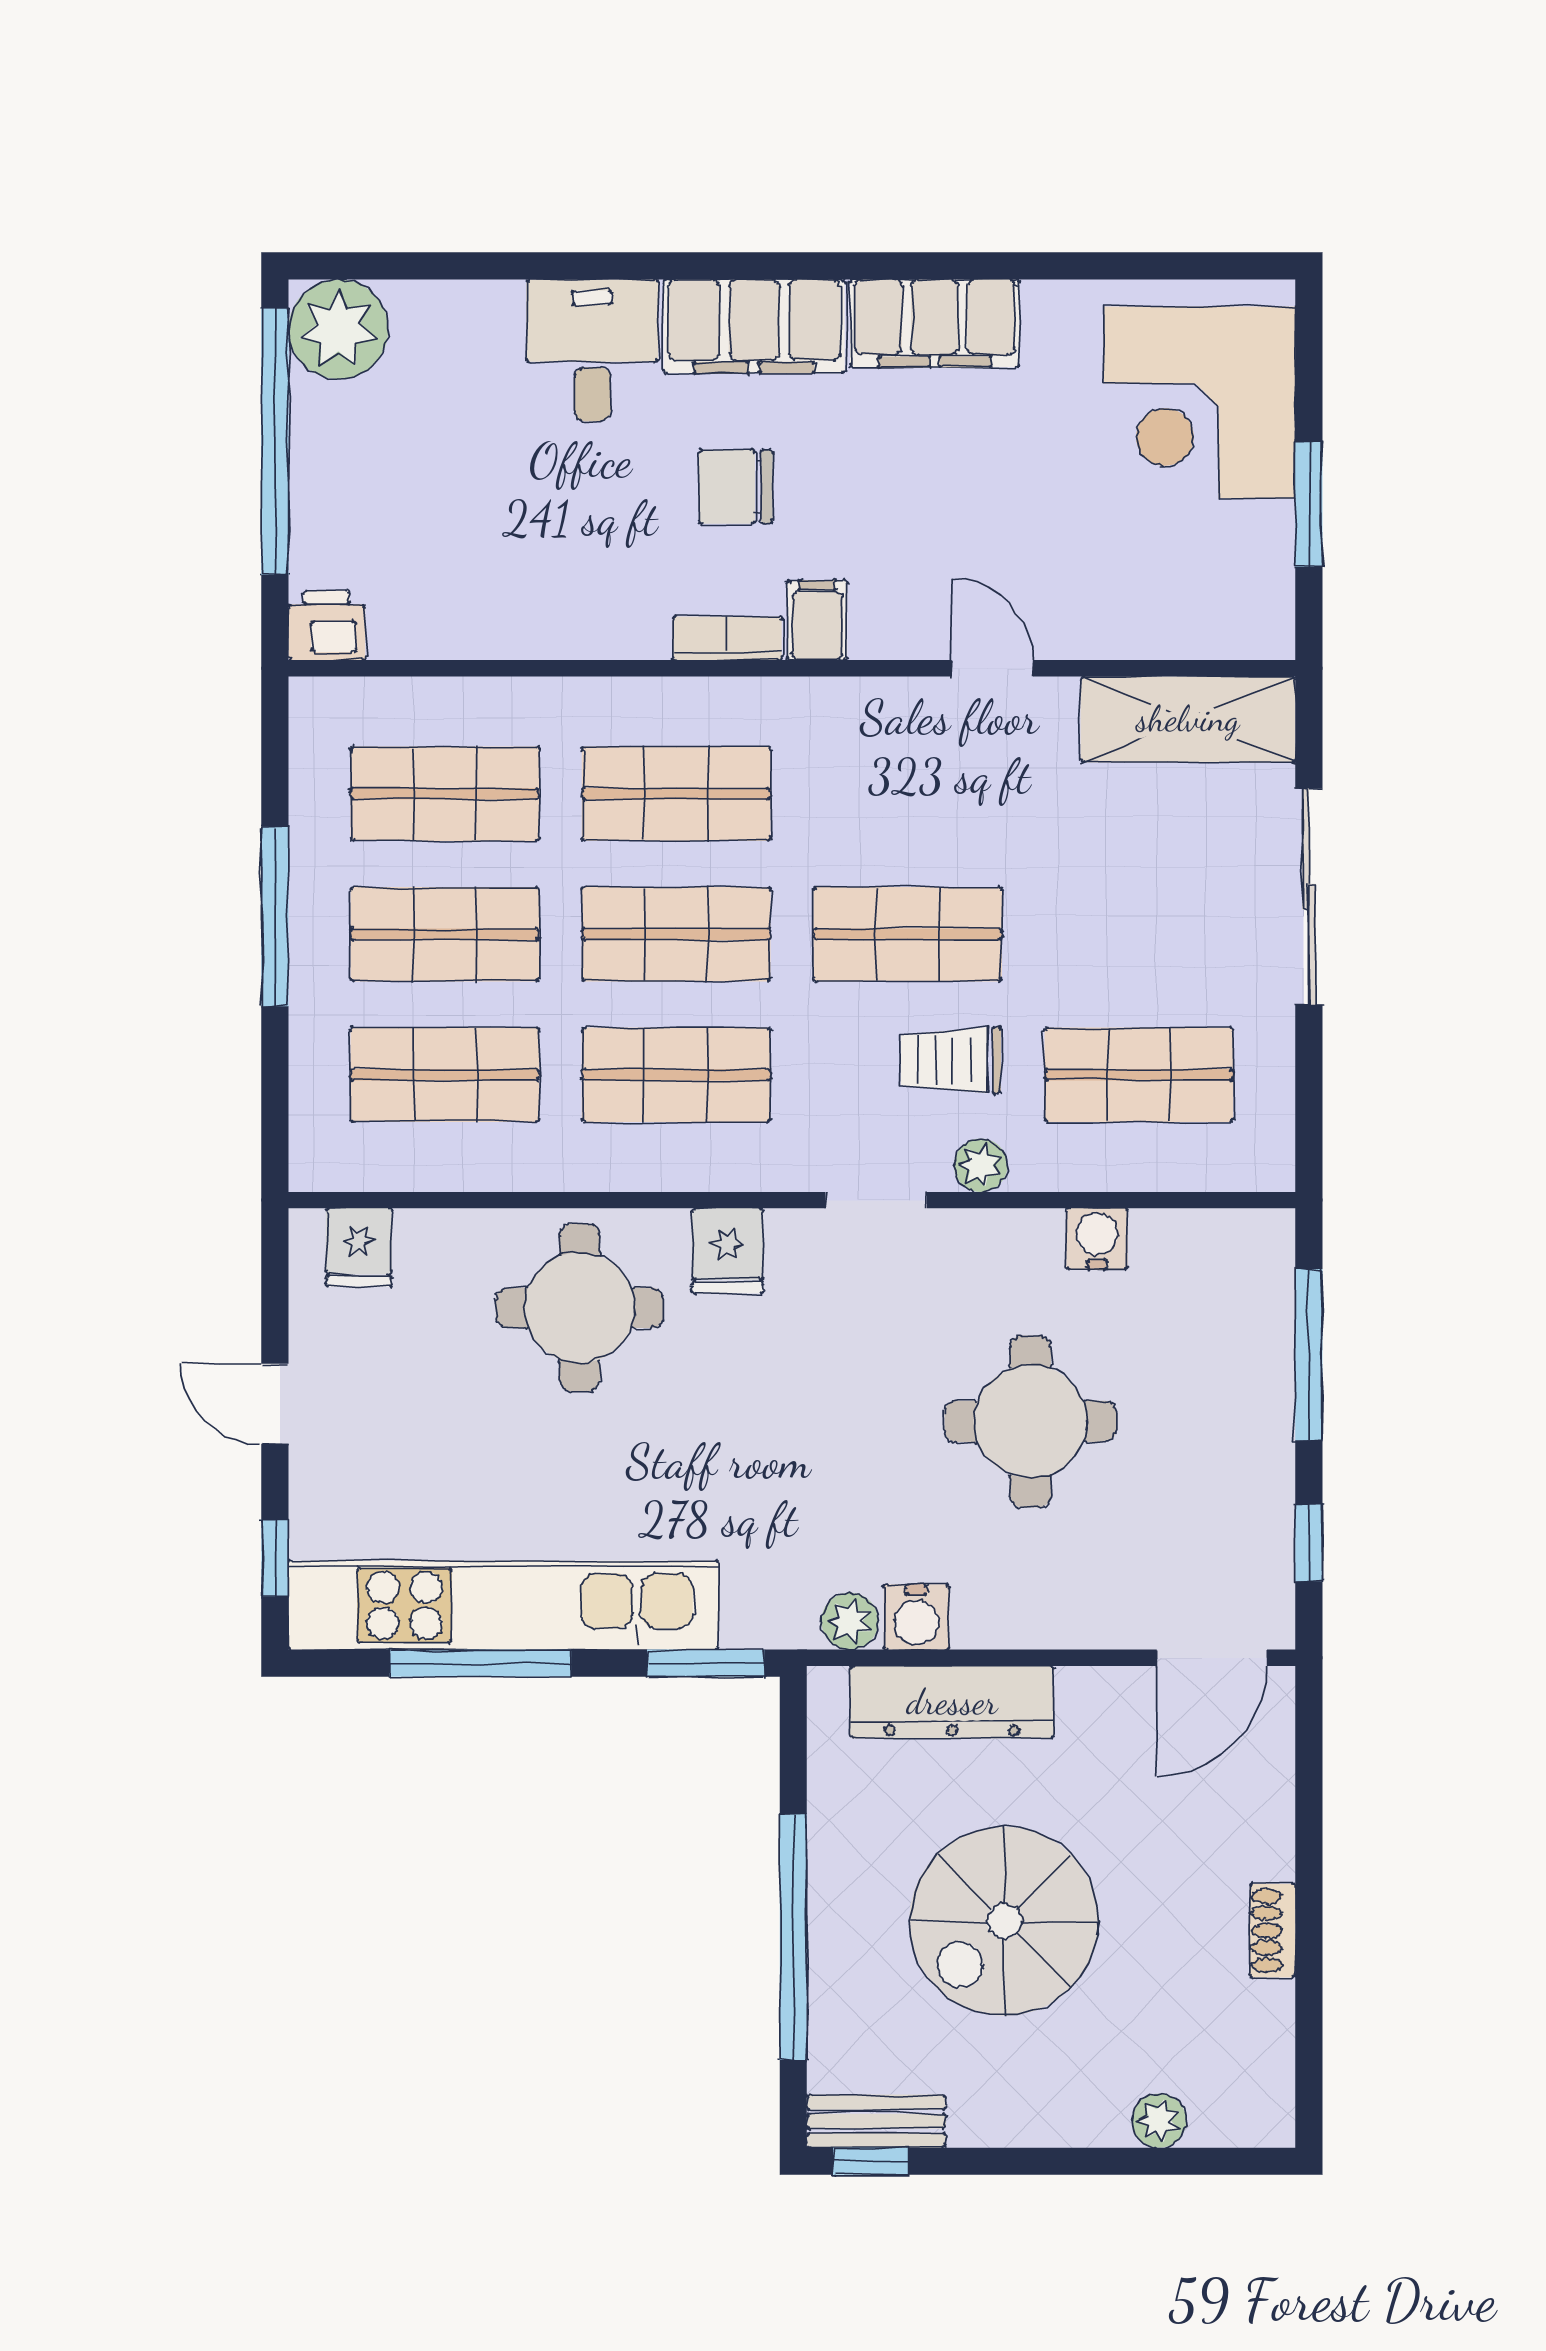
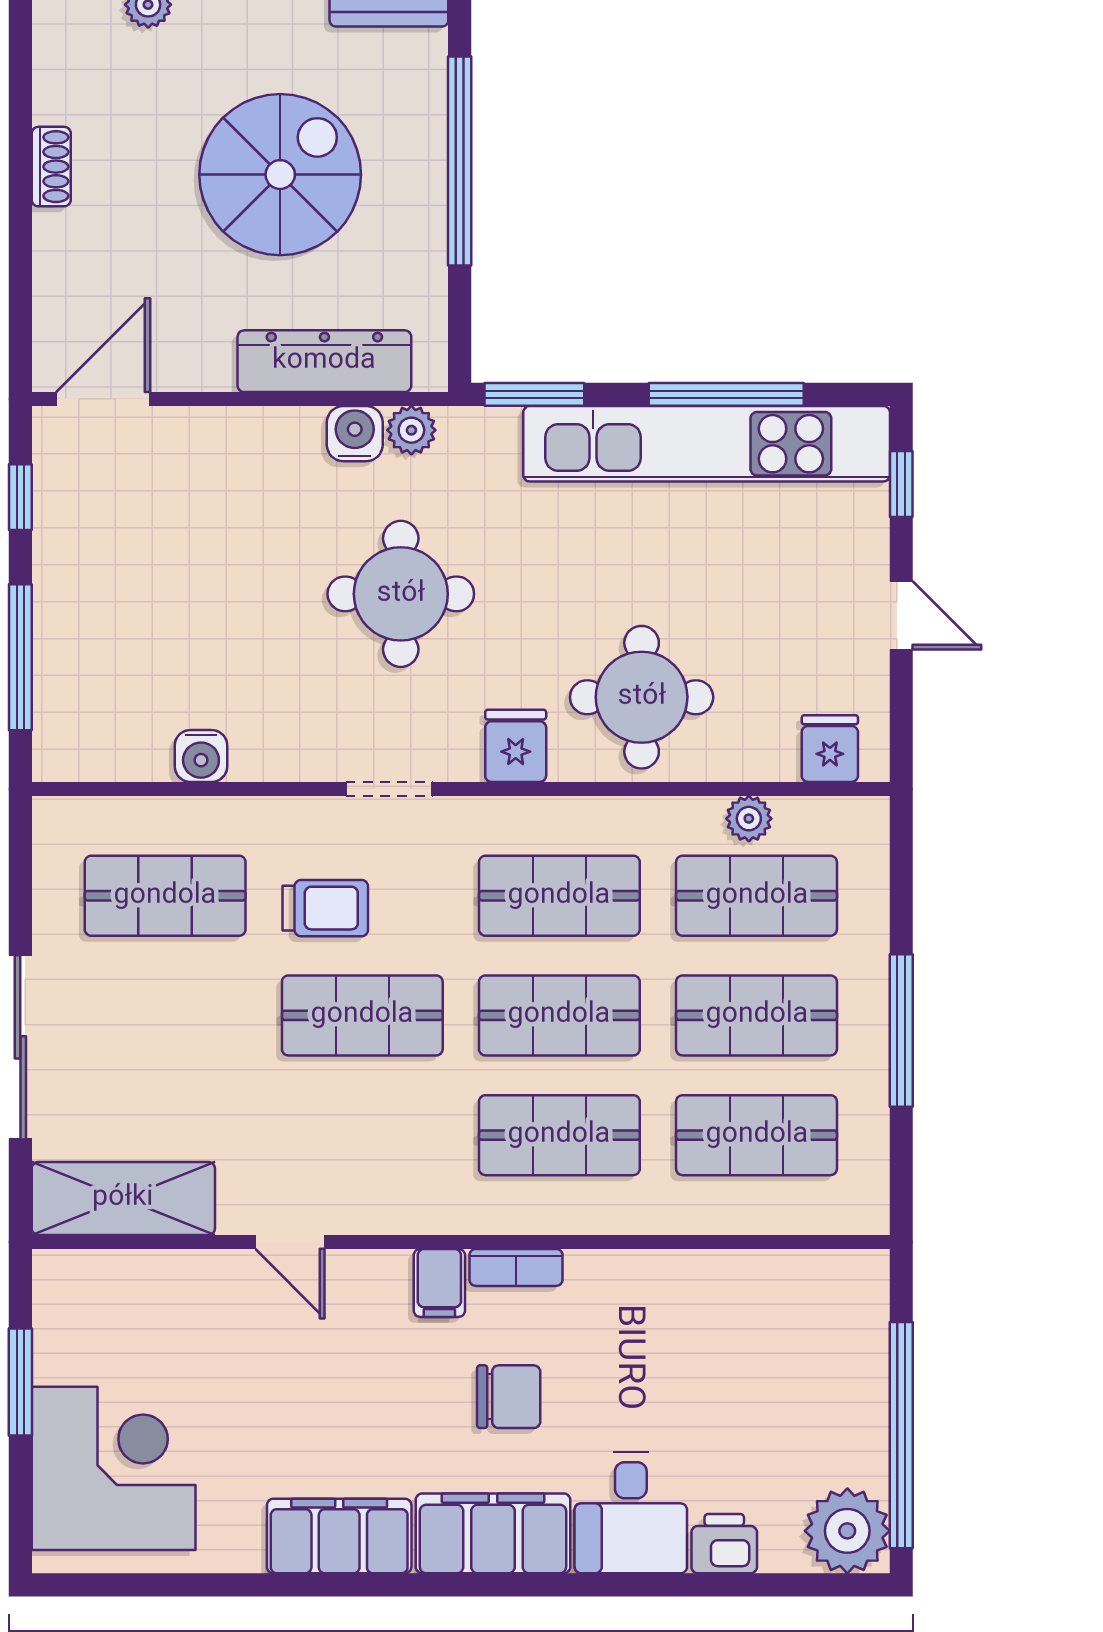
printer: (327, 625) -> (724, 1544), moved, turned 180
plant: (981, 1165) -> (749, 819), moved
round table: (1030, 1421) -> (401, 594), moved

